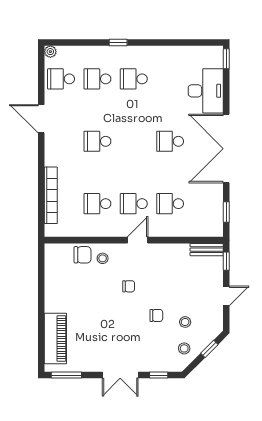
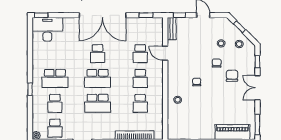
school desk: (134, 79) -> (55, 78), width x1.85
desk: (206, 91) -> (47, 29), moved
school desk: (97, 141) -> (98, 103), width x1.85
school desk: (134, 141) -> (98, 78), added
door: (138, 240) -> (165, 53), moved
chair: (83, 255) -> (232, 76), moved
double door: (120, 375) -> (257, 88), swing flipped

